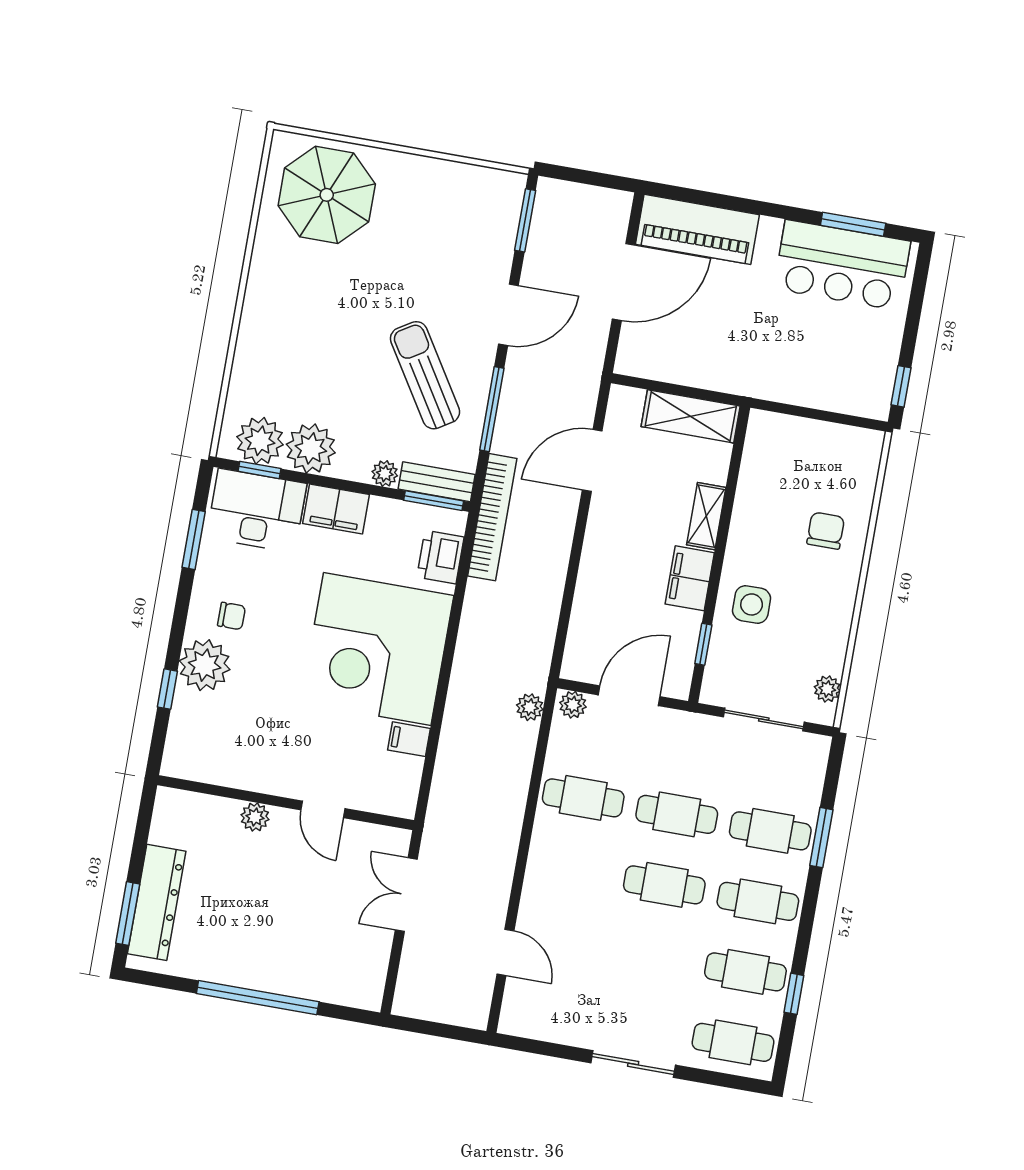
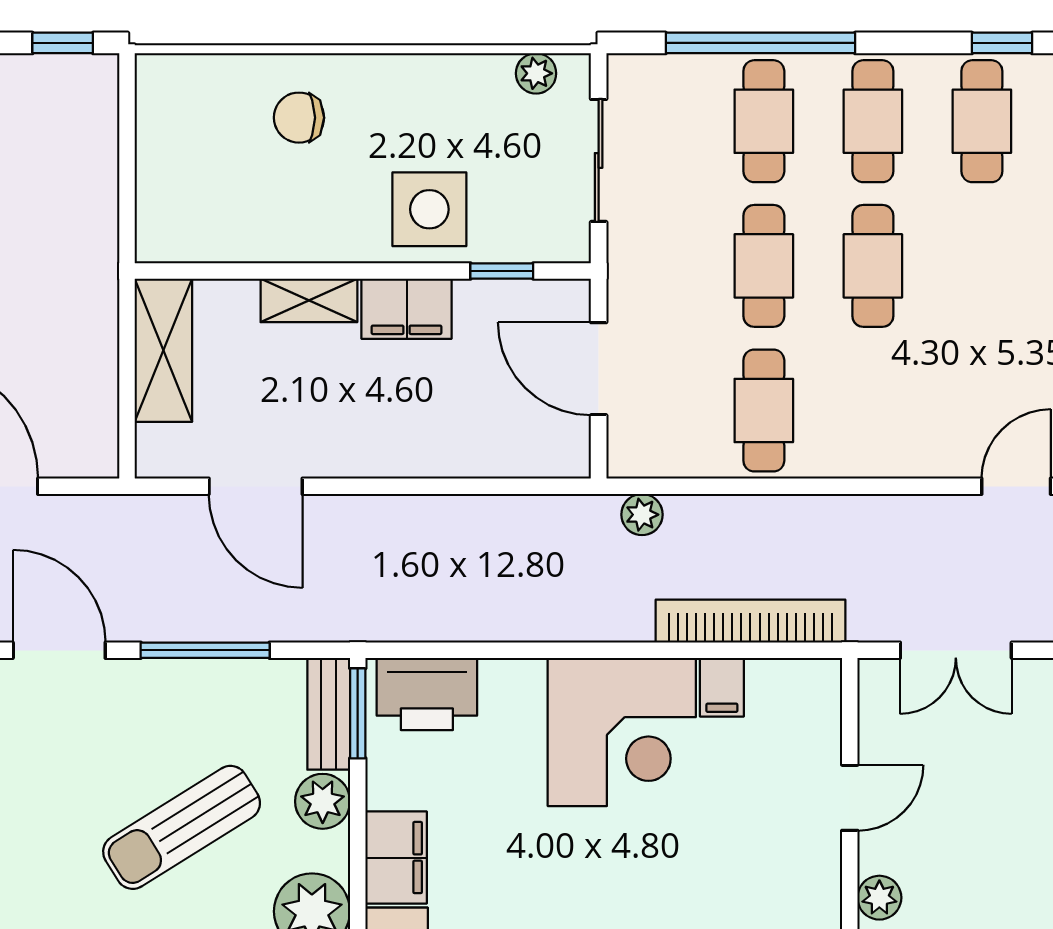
sun lounger: (425, 375) -> (182, 827), moved
plant: (385, 474) -> (323, 801), width x1.38, depth x1.38
bookcase: (492, 517) -> (750, 621), moved
printer: (440, 557) -> (427, 694), width x1.37, depth x1.19
side table: (752, 604) -> (429, 209), width x1.37, depth x1.37
corner desk: (377, 649) -> (622, 732), width x0.74, depth x0.74
plant: (573, 705) -> (627, 451), removed
window: (821, 838) -> (760, 43), width x2.11

